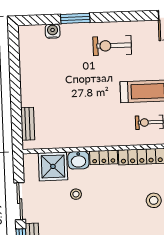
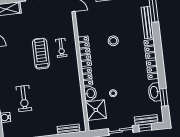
exercise bike: (112, 46) -> (24, 99), moved

